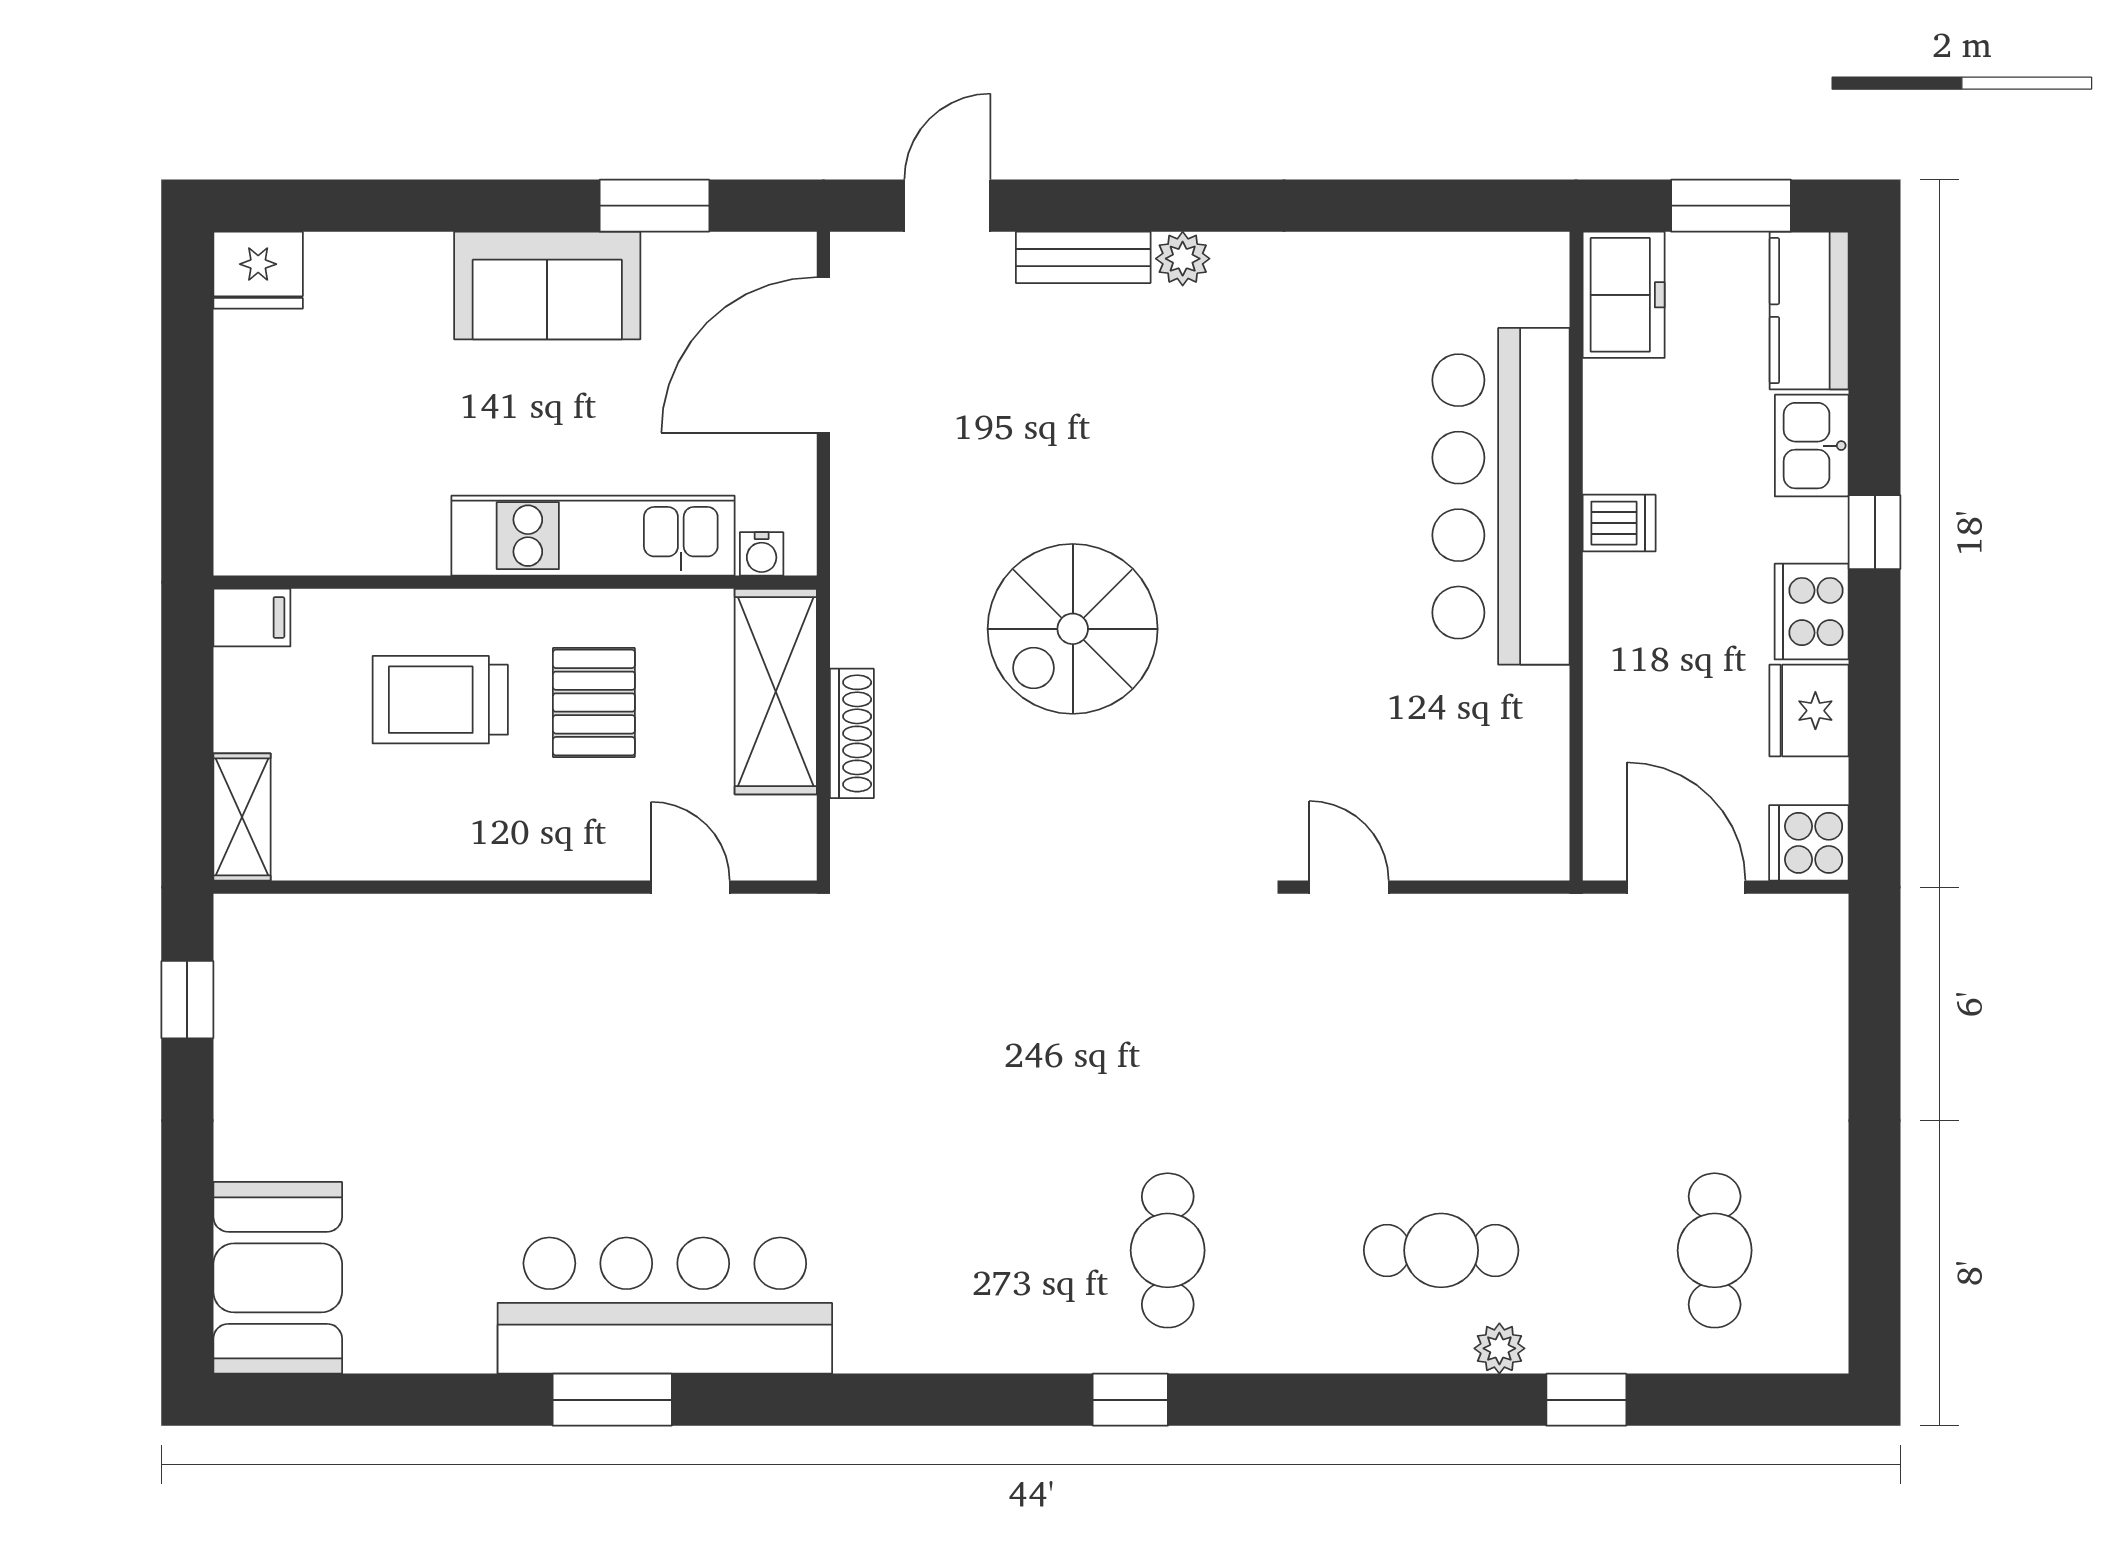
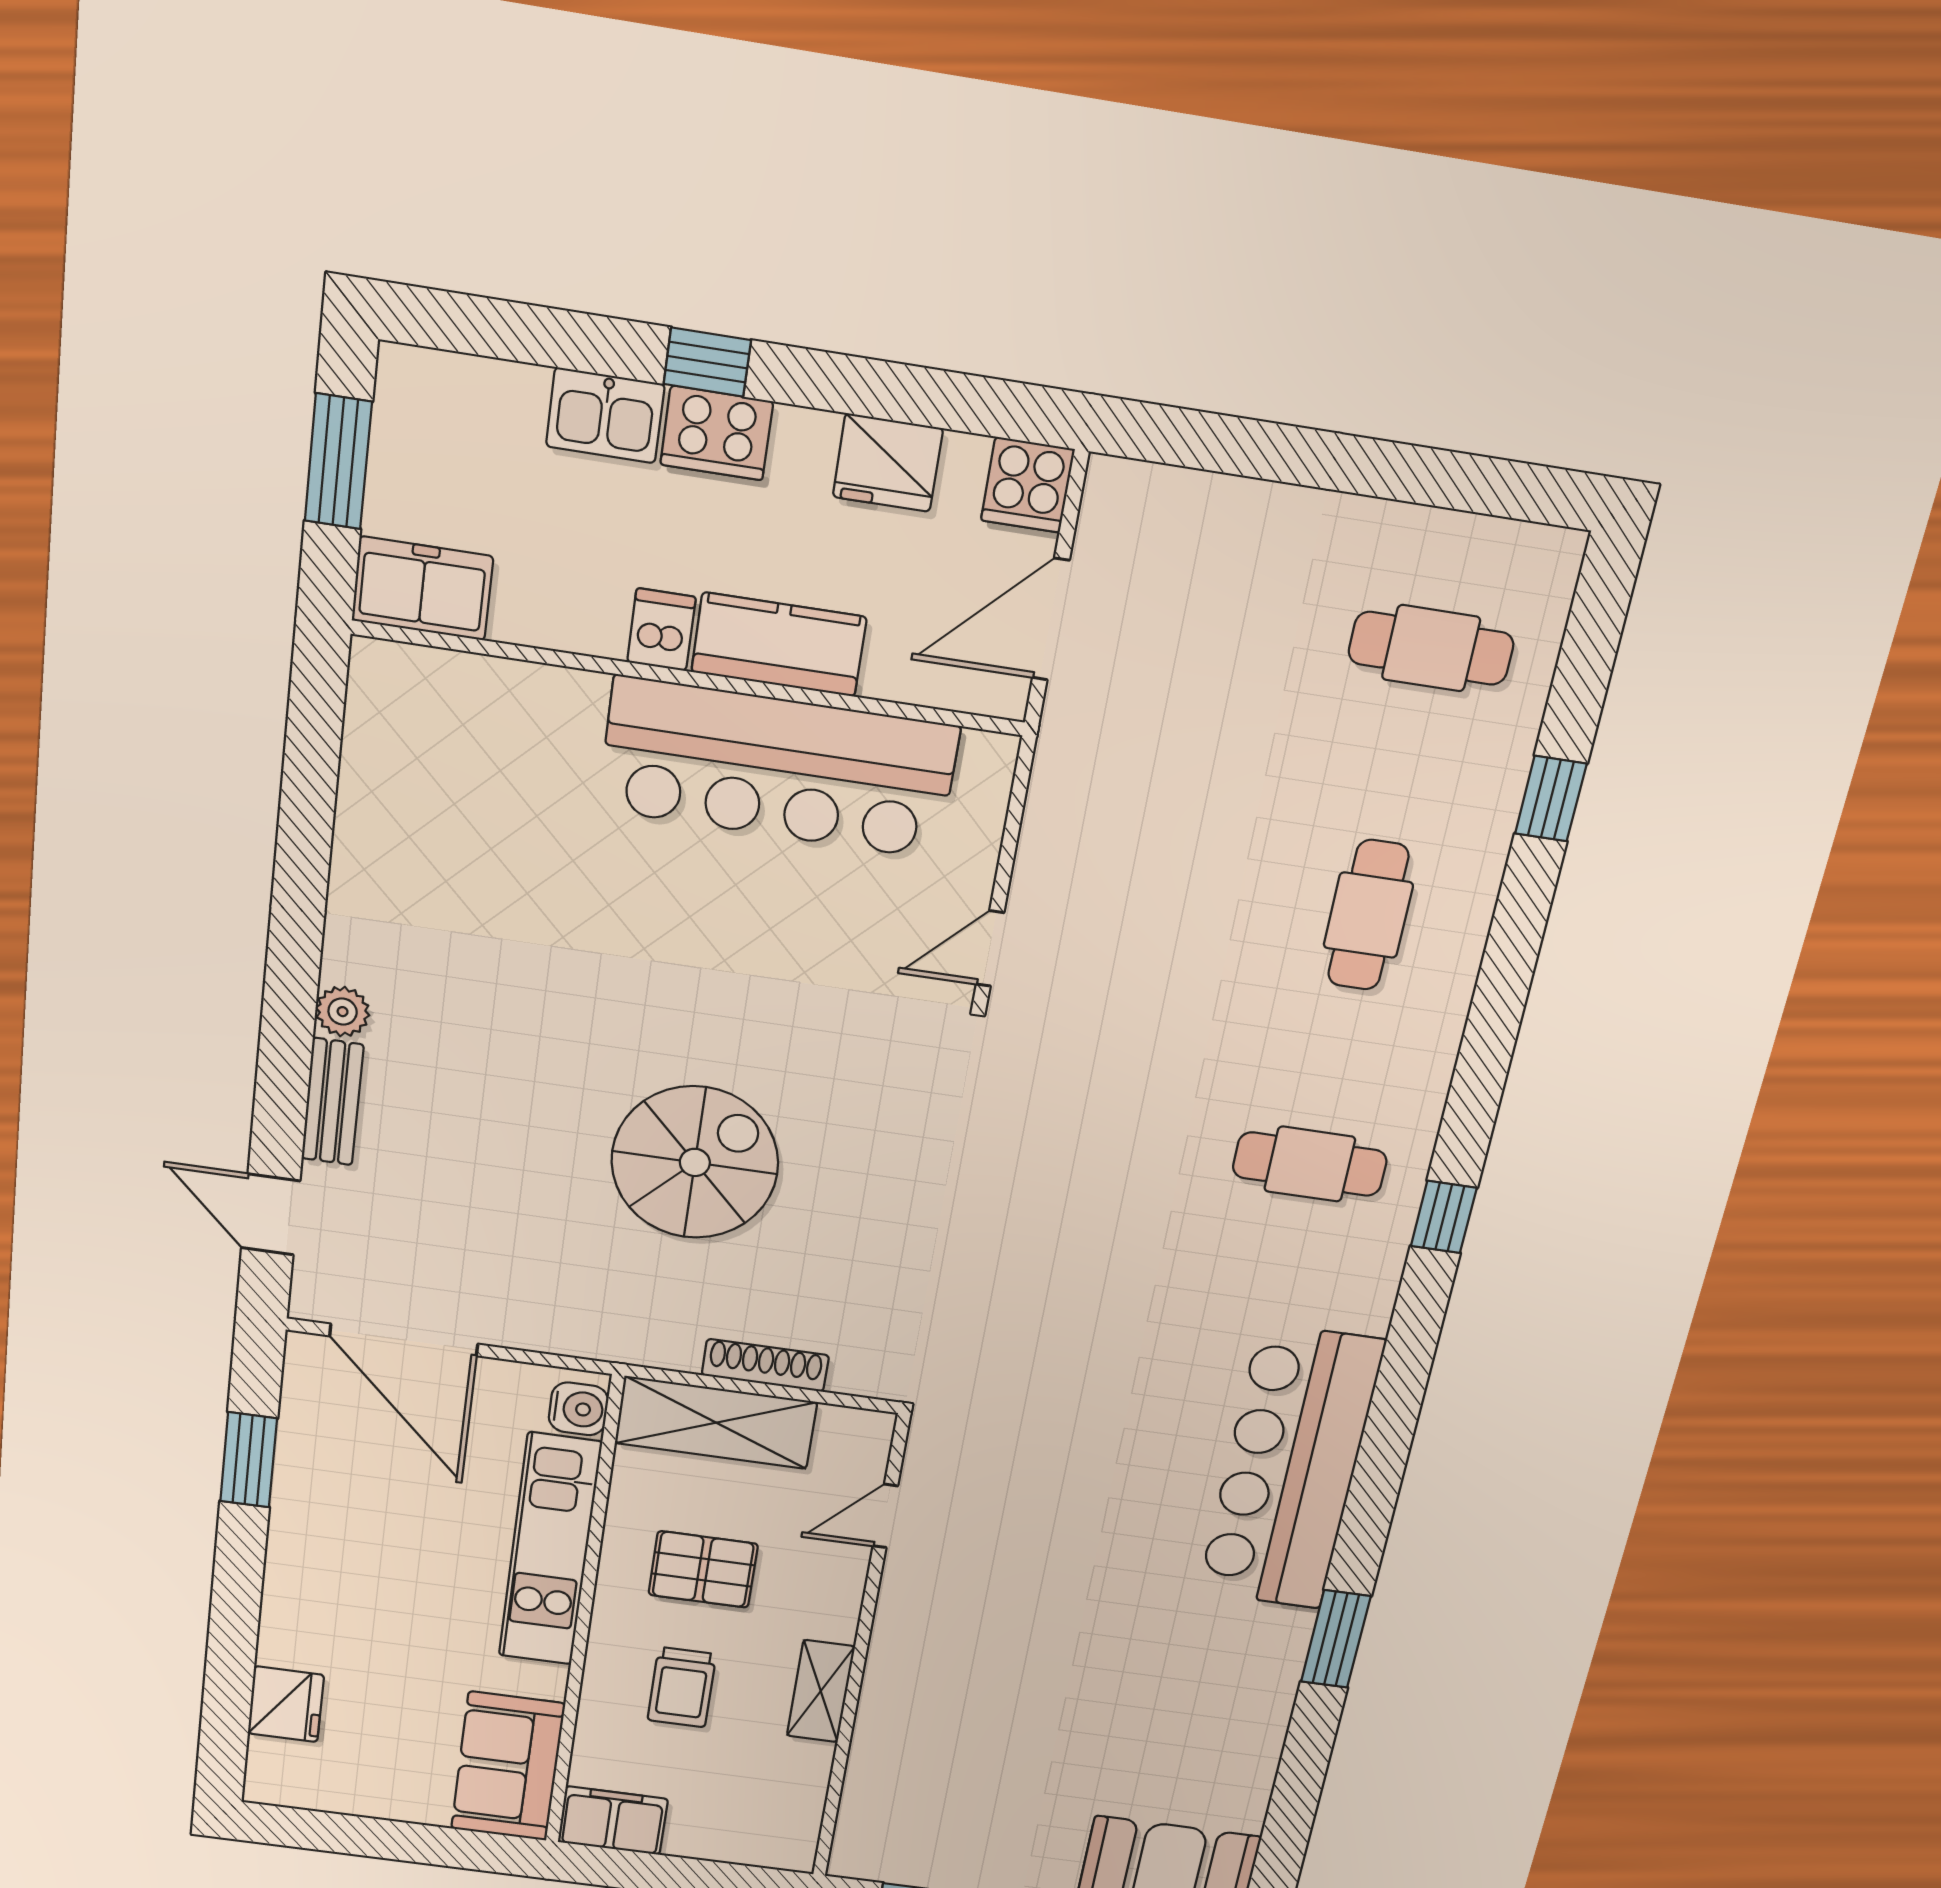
fridge: (258, 270) -> (286, 1704), moved
sofa: (547, 286) -> (508, 1766), moved, turned 180
kitchen counter: (1809, 311) -> (779, 645), moved, turned 180
bar counter: (1501, 496) -> (778, 768), moved
water cooler: (762, 554) -> (579, 1409), width x1.38, depth x1.38
cooker: (1812, 612) -> (717, 433), moved
filing cabinet: (252, 617) -> (613, 1821), width x2.00
spiral stairs: (1073, 629) -> (695, 1162), turned -90
trolley: (440, 700) -> (682, 1687), width x0.73, depth x0.72
shelving: (242, 817) -> (821, 1691), moved, turned 90
bar counter: (665, 1306) -> (1290, 1468), moved
plant: (1499, 1348) -> (1479, 875), removed

